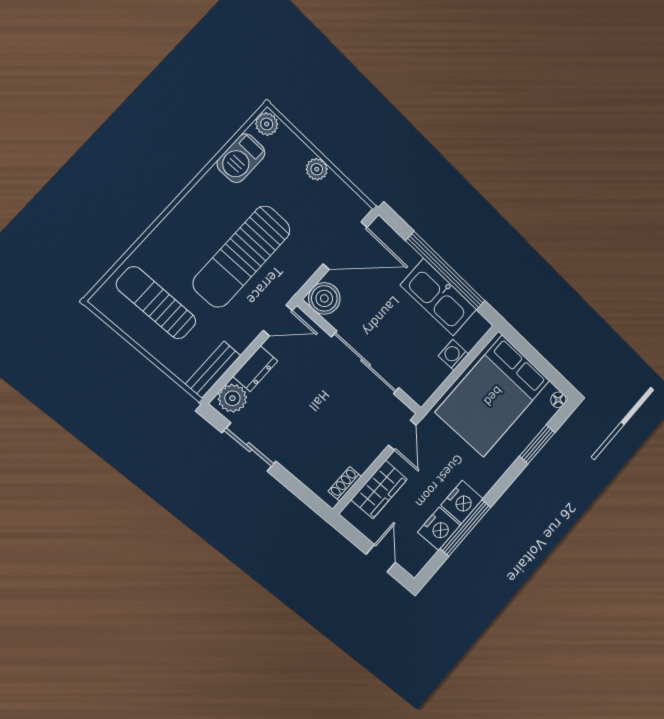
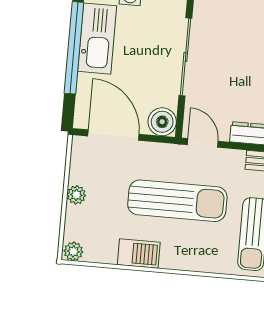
barbecue: (241, 158) -> (139, 254), moved

